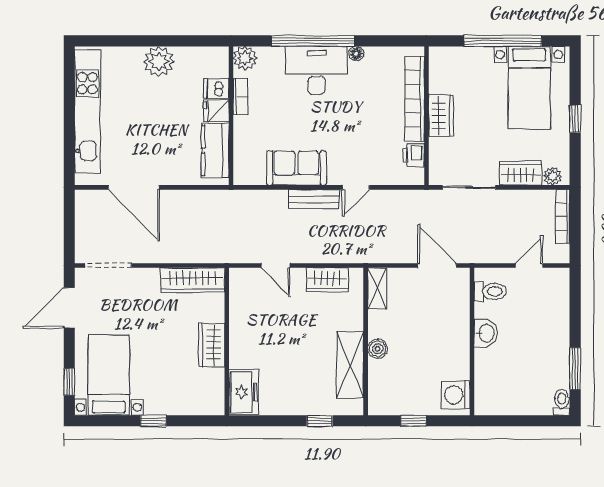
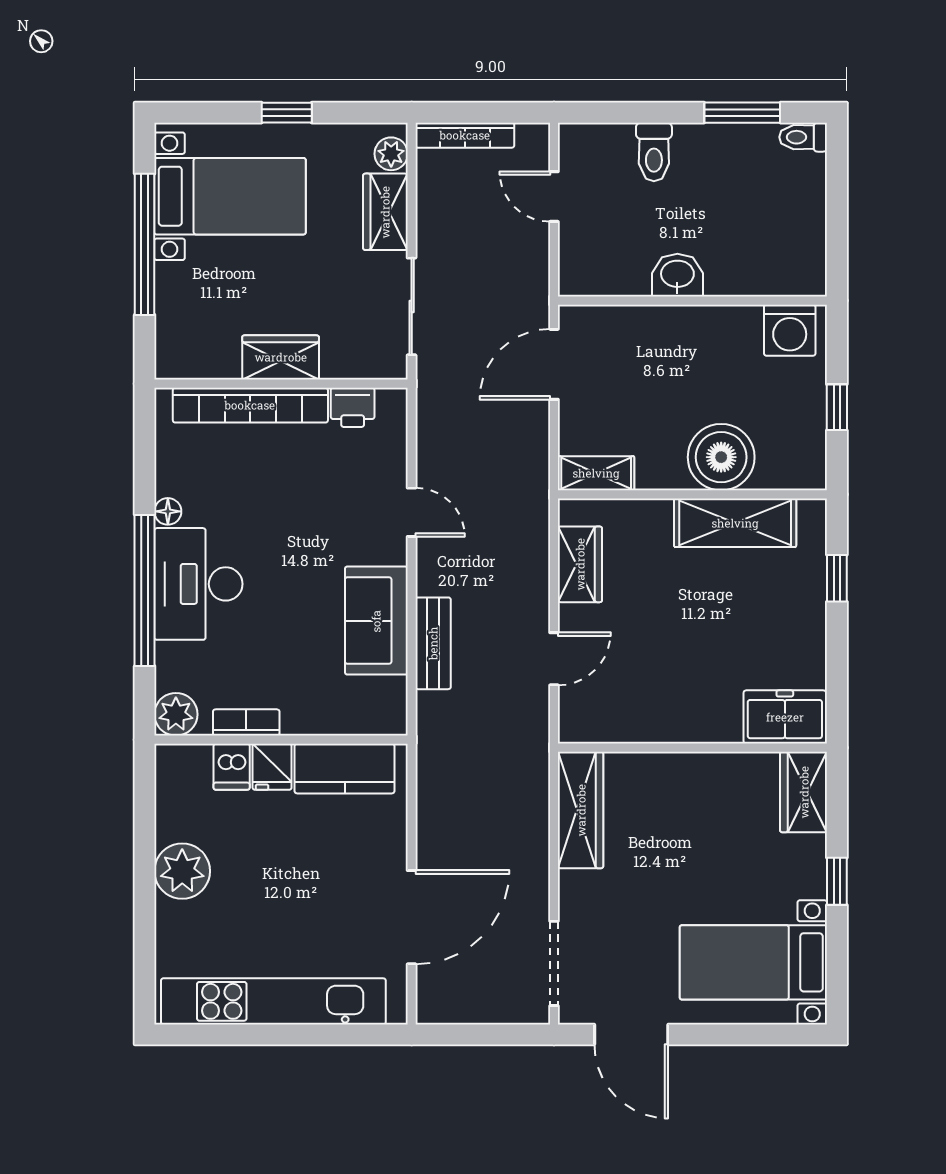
bench: (314, 199) -> (433, 643), moved
toilet: (490, 291) -> (654, 152), moved, turned 180
wardrobe: (212, 345) -> (804, 792), moved, turned 90
boiler: (378, 349) -> (721, 457), width x1.86, depth x1.86
window: (69, 382) -> (766, 1034), removed

